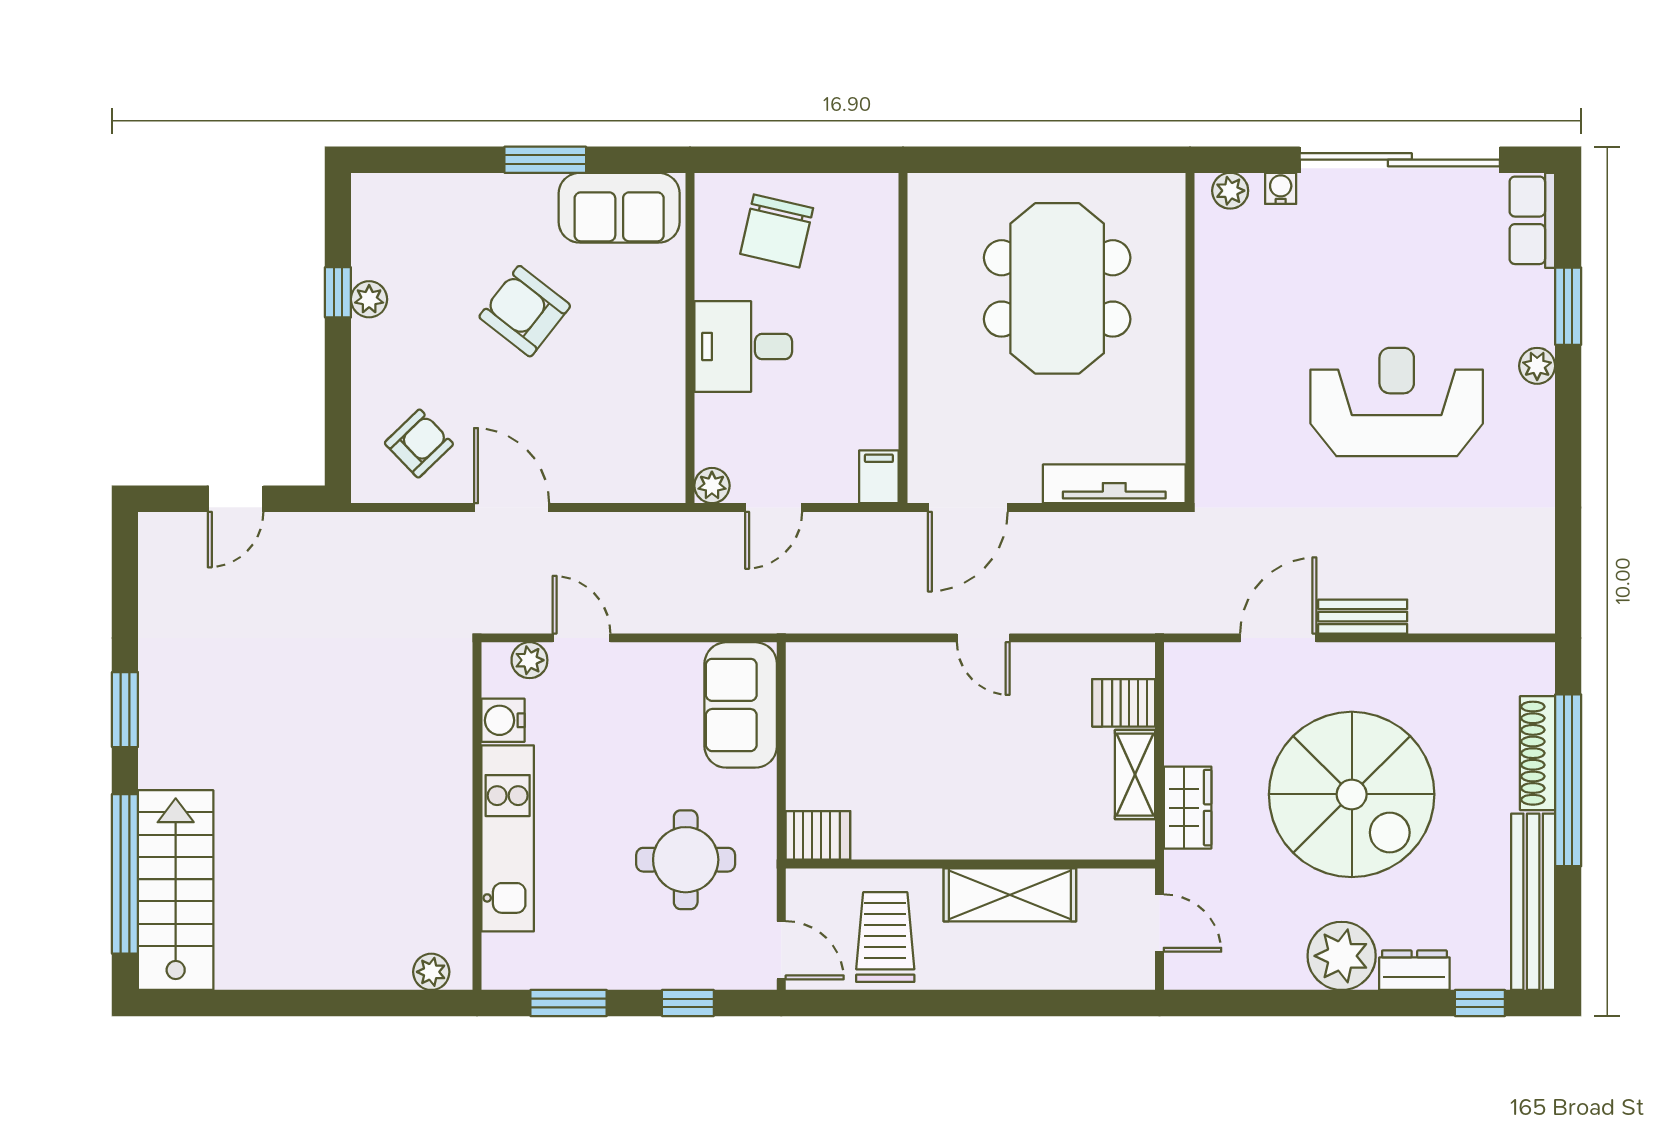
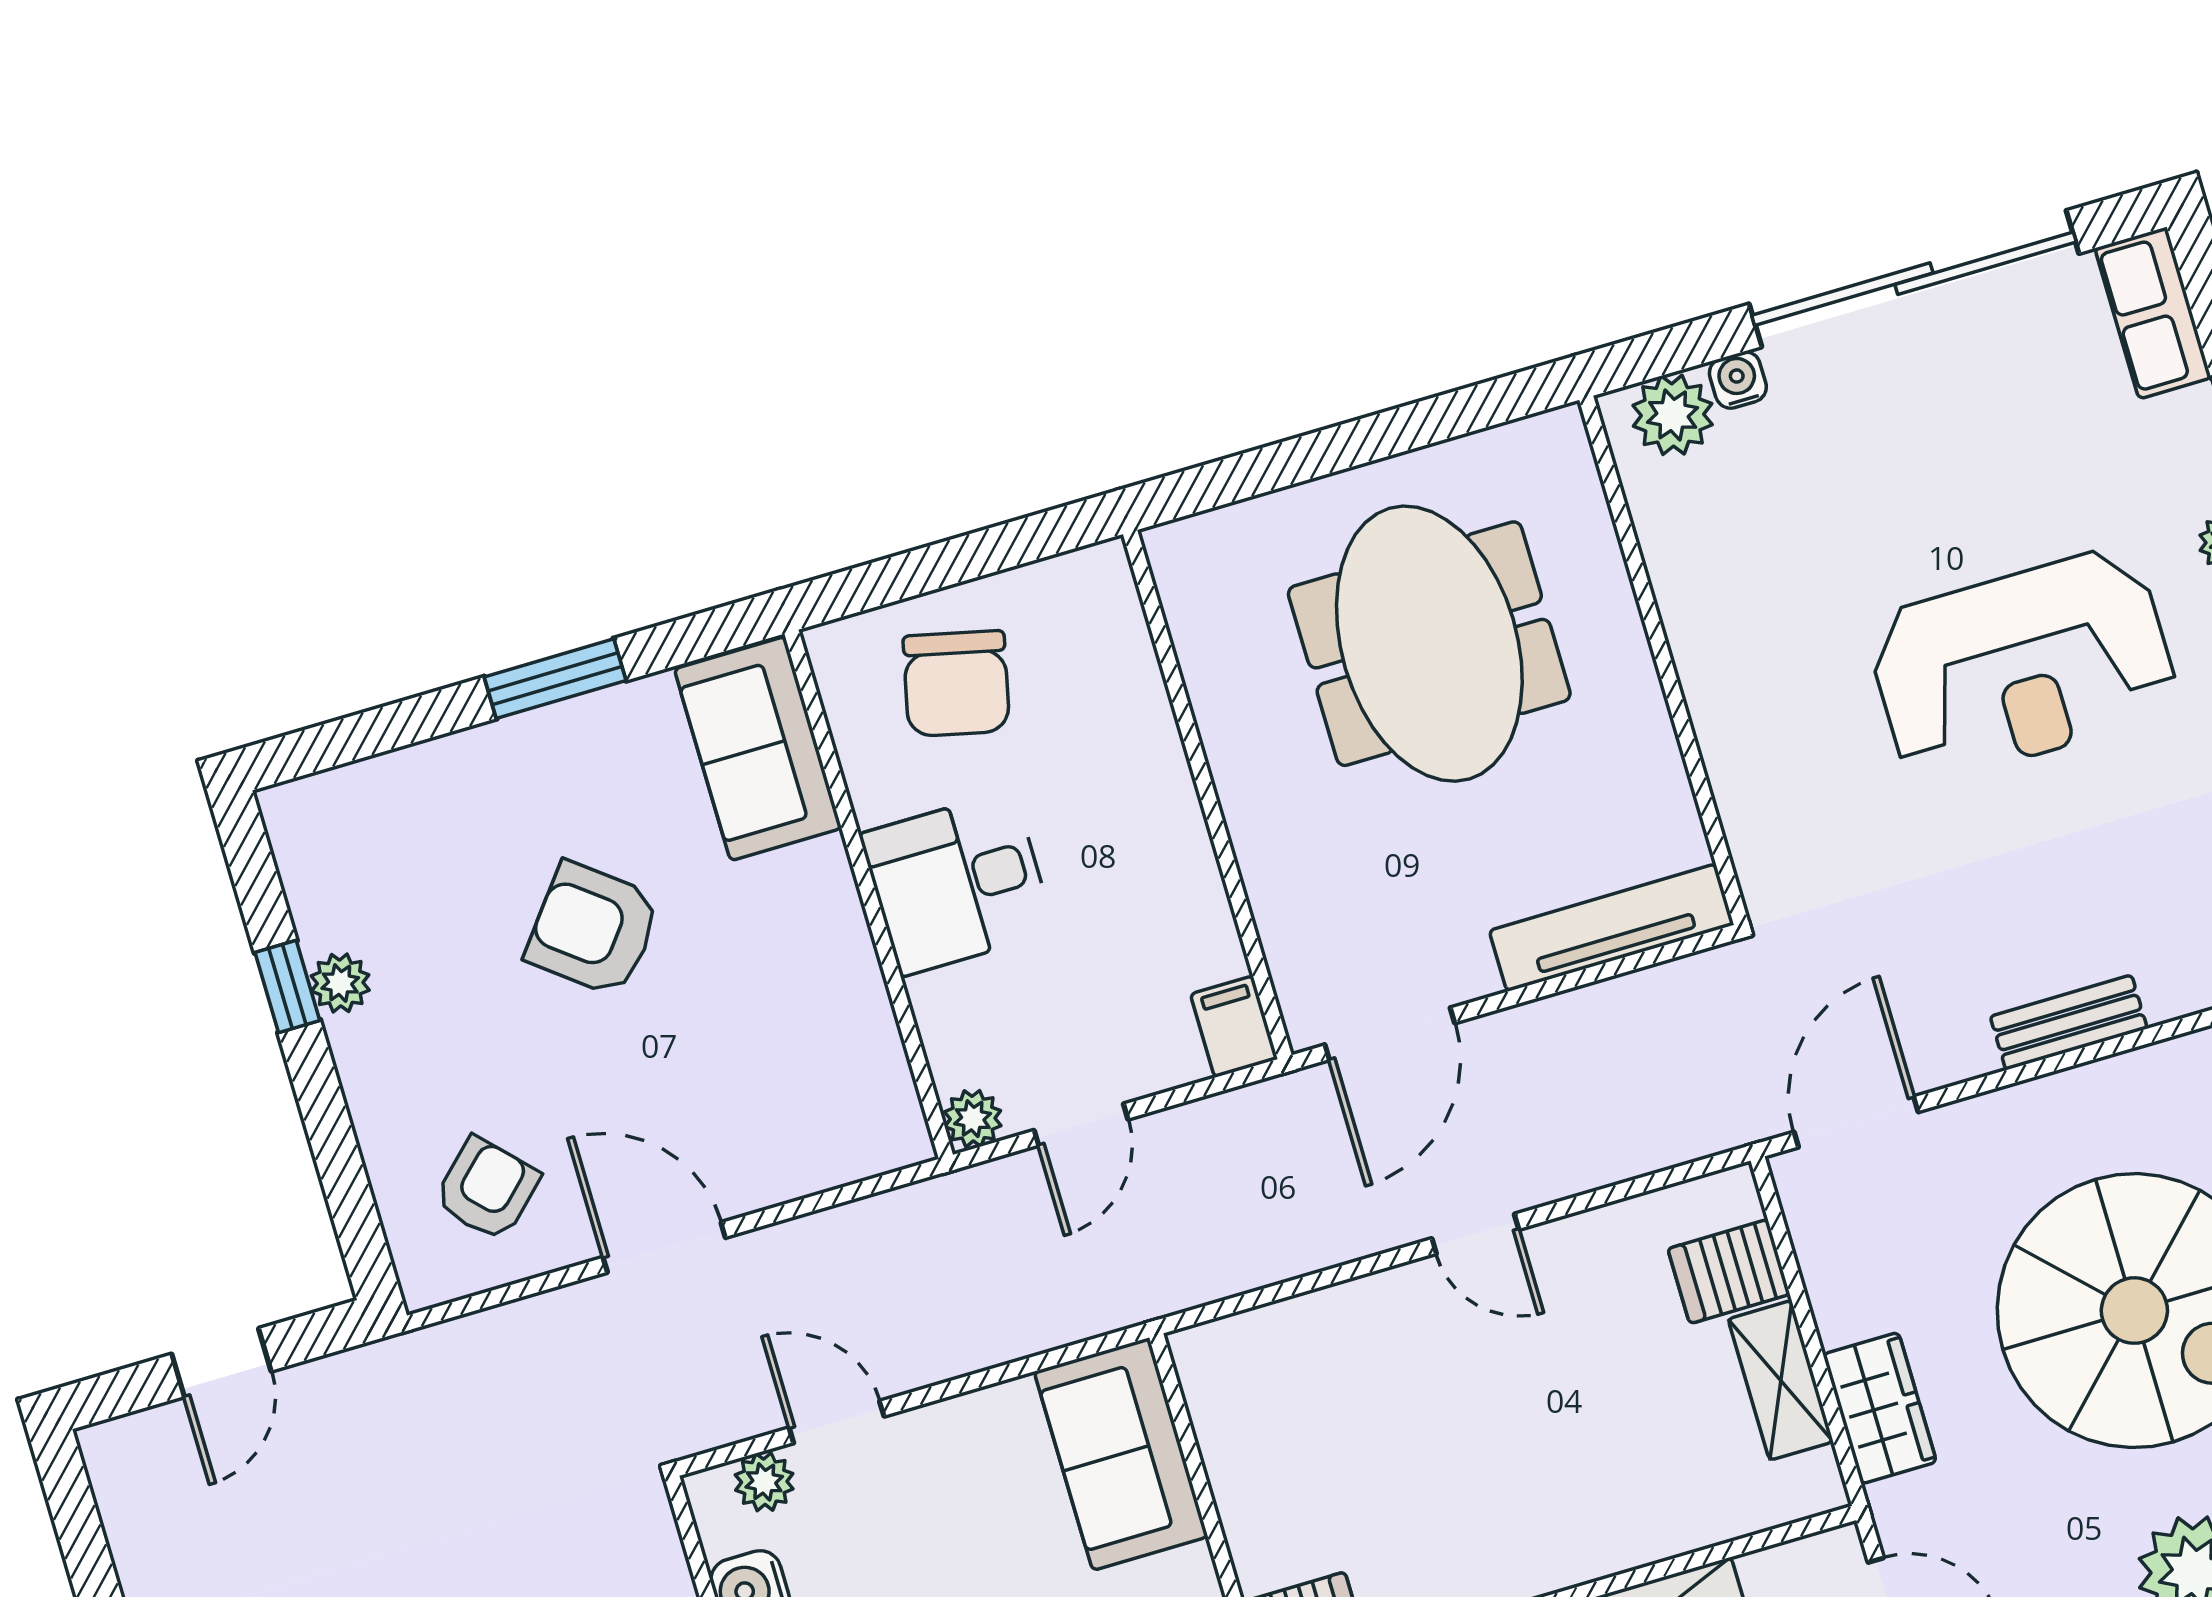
plant: (1230, 191) -> (1673, 415), width x1.38, depth x1.38
sofa: (619, 208) -> (758, 749), moved, turned 90
reception desk: (1397, 402) -> (2022, 665), turned 180
door: (1278, 638) -> (1856, 1122), moved

